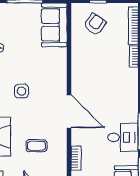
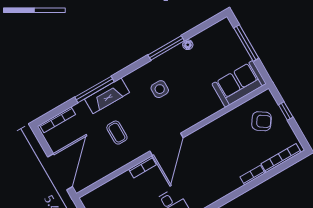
bookcase: (76, 158) -> (143, 167), moved

